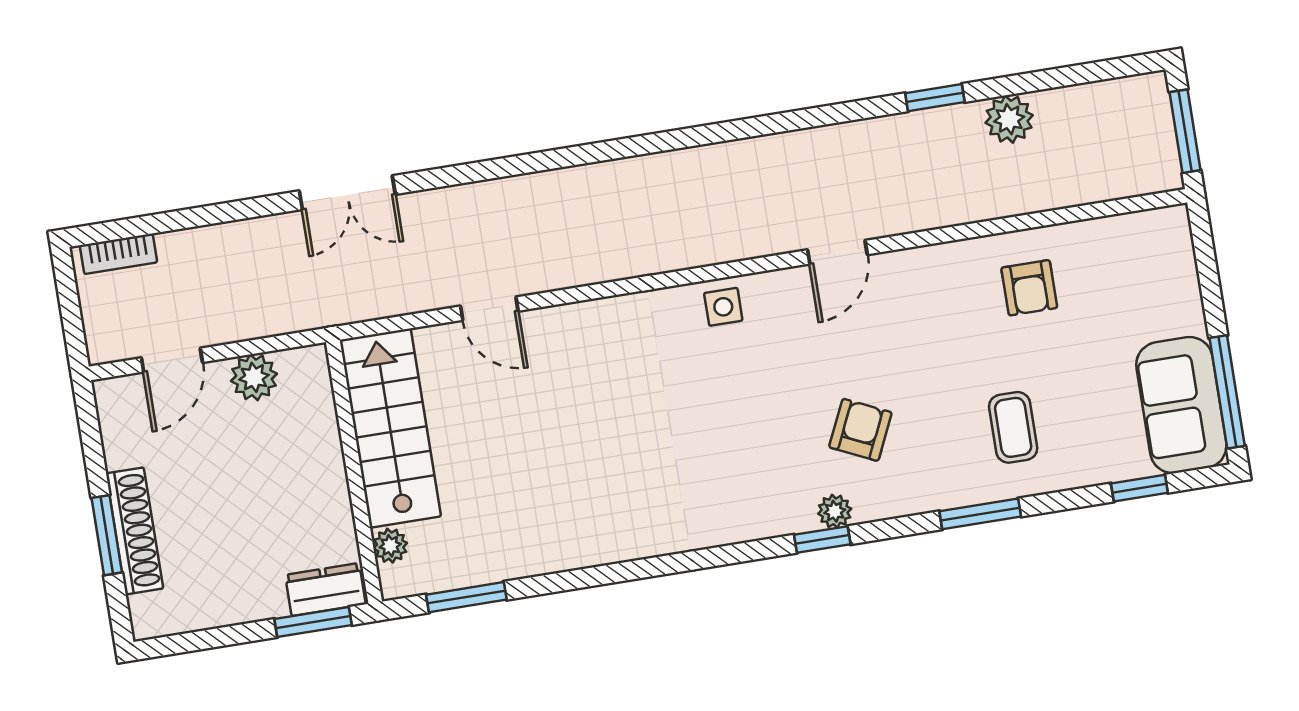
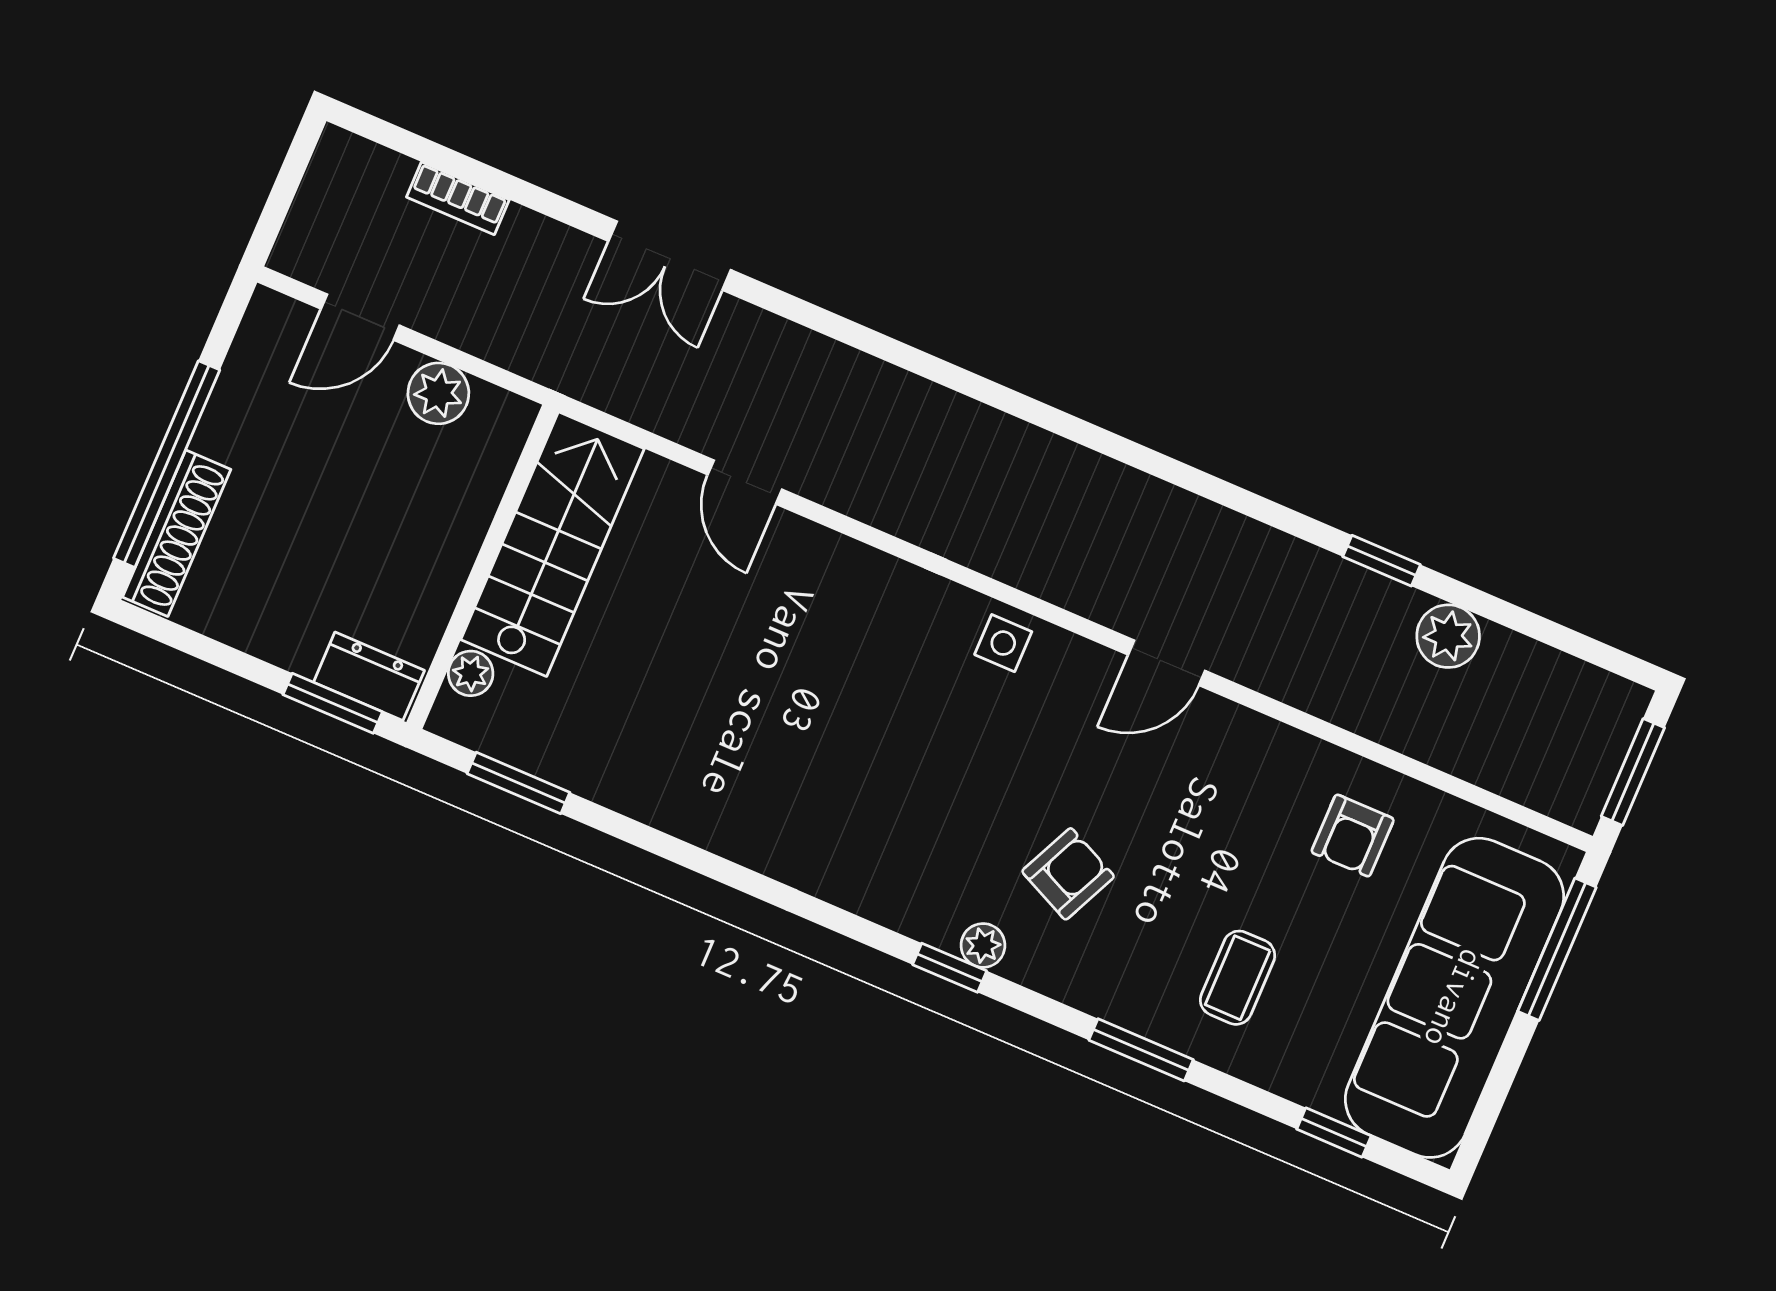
bookcase: (118, 254) -> (458, 198), moved
window: (1227, 392) -> (1557, 949), moved
sofa: (1181, 405) -> (1454, 998), width x1.85, depth x1.27
shoe rack: (135, 531) -> (177, 533), moved
window: (107, 535) -> (167, 464), width x2.11

